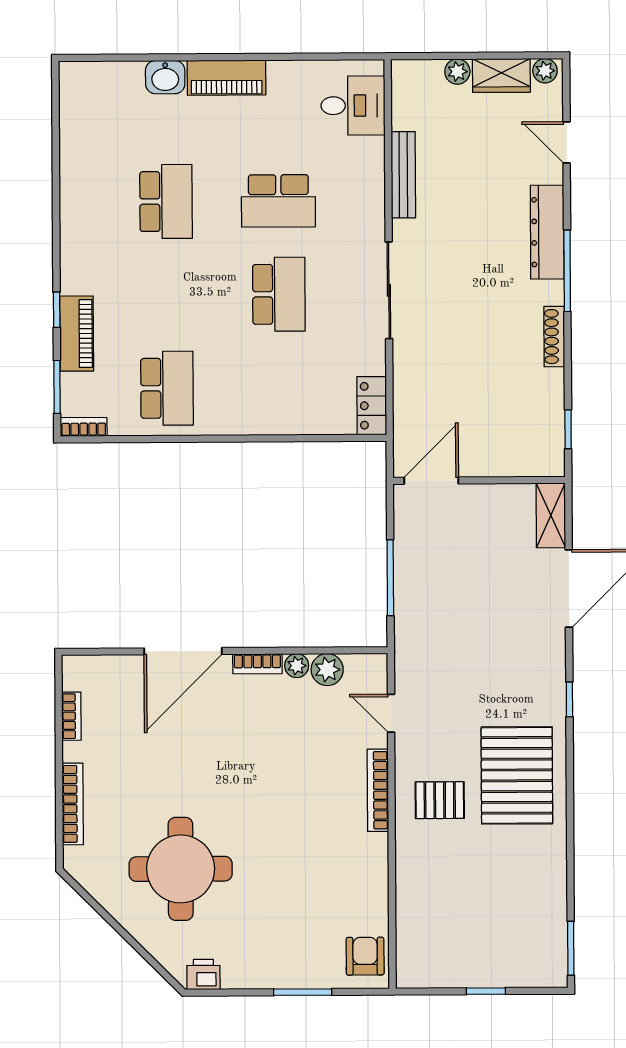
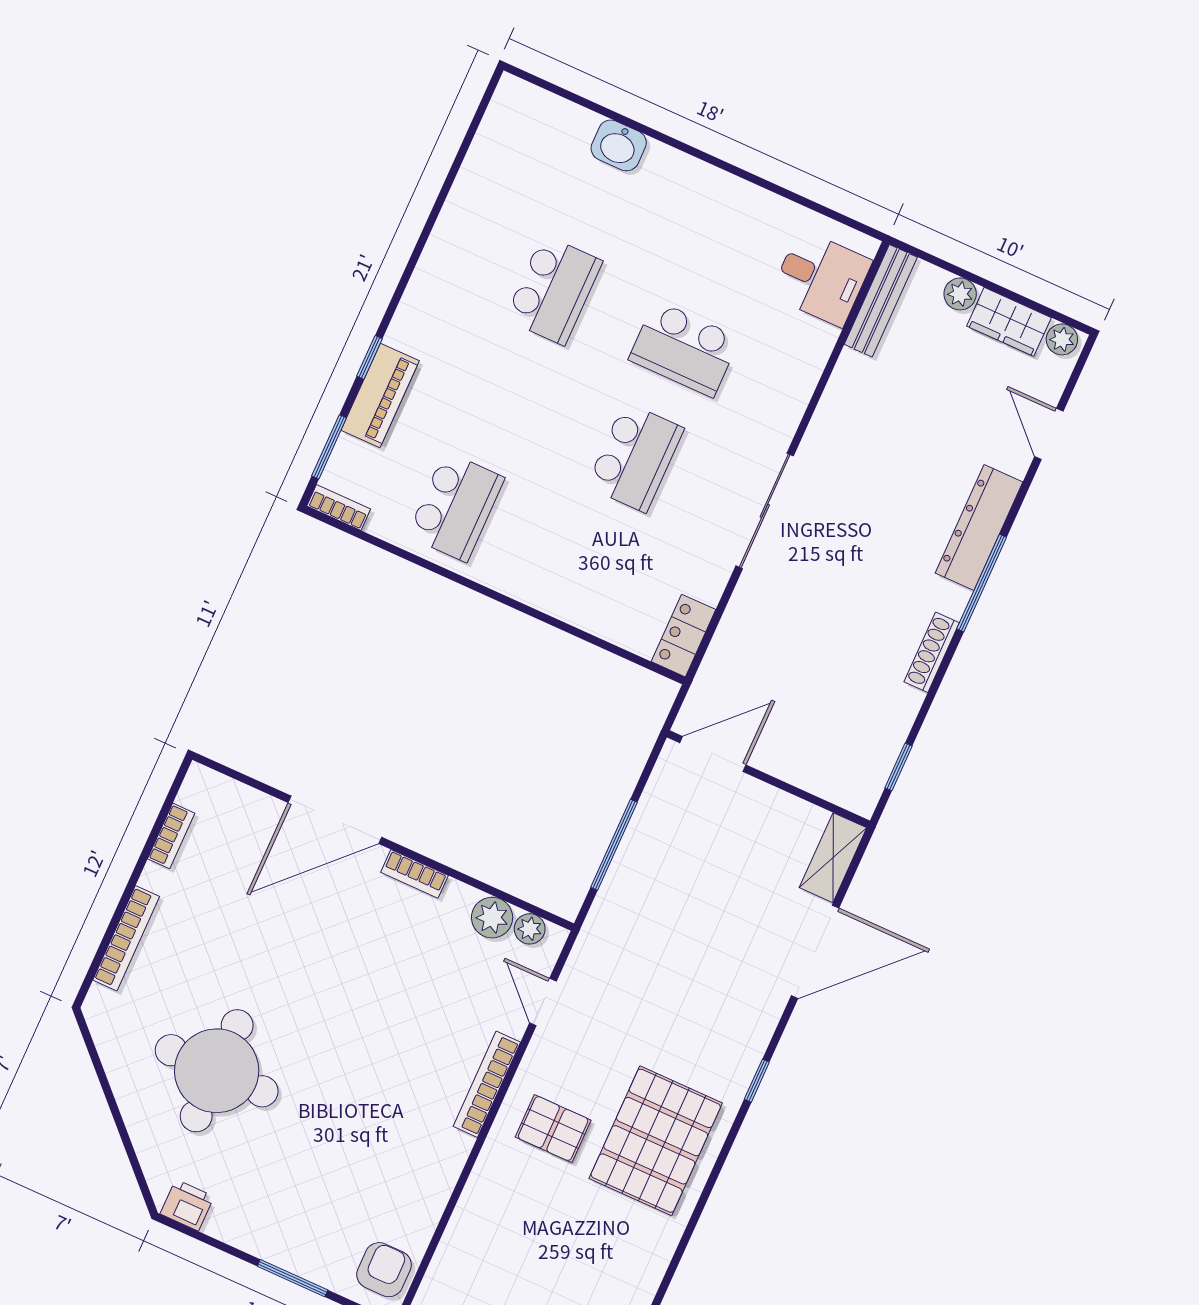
piano: (227, 78) -> (689, 179), removed
bench: (403, 175) -> (881, 301), moved
plant: (297, 666) -> (530, 929), moved

